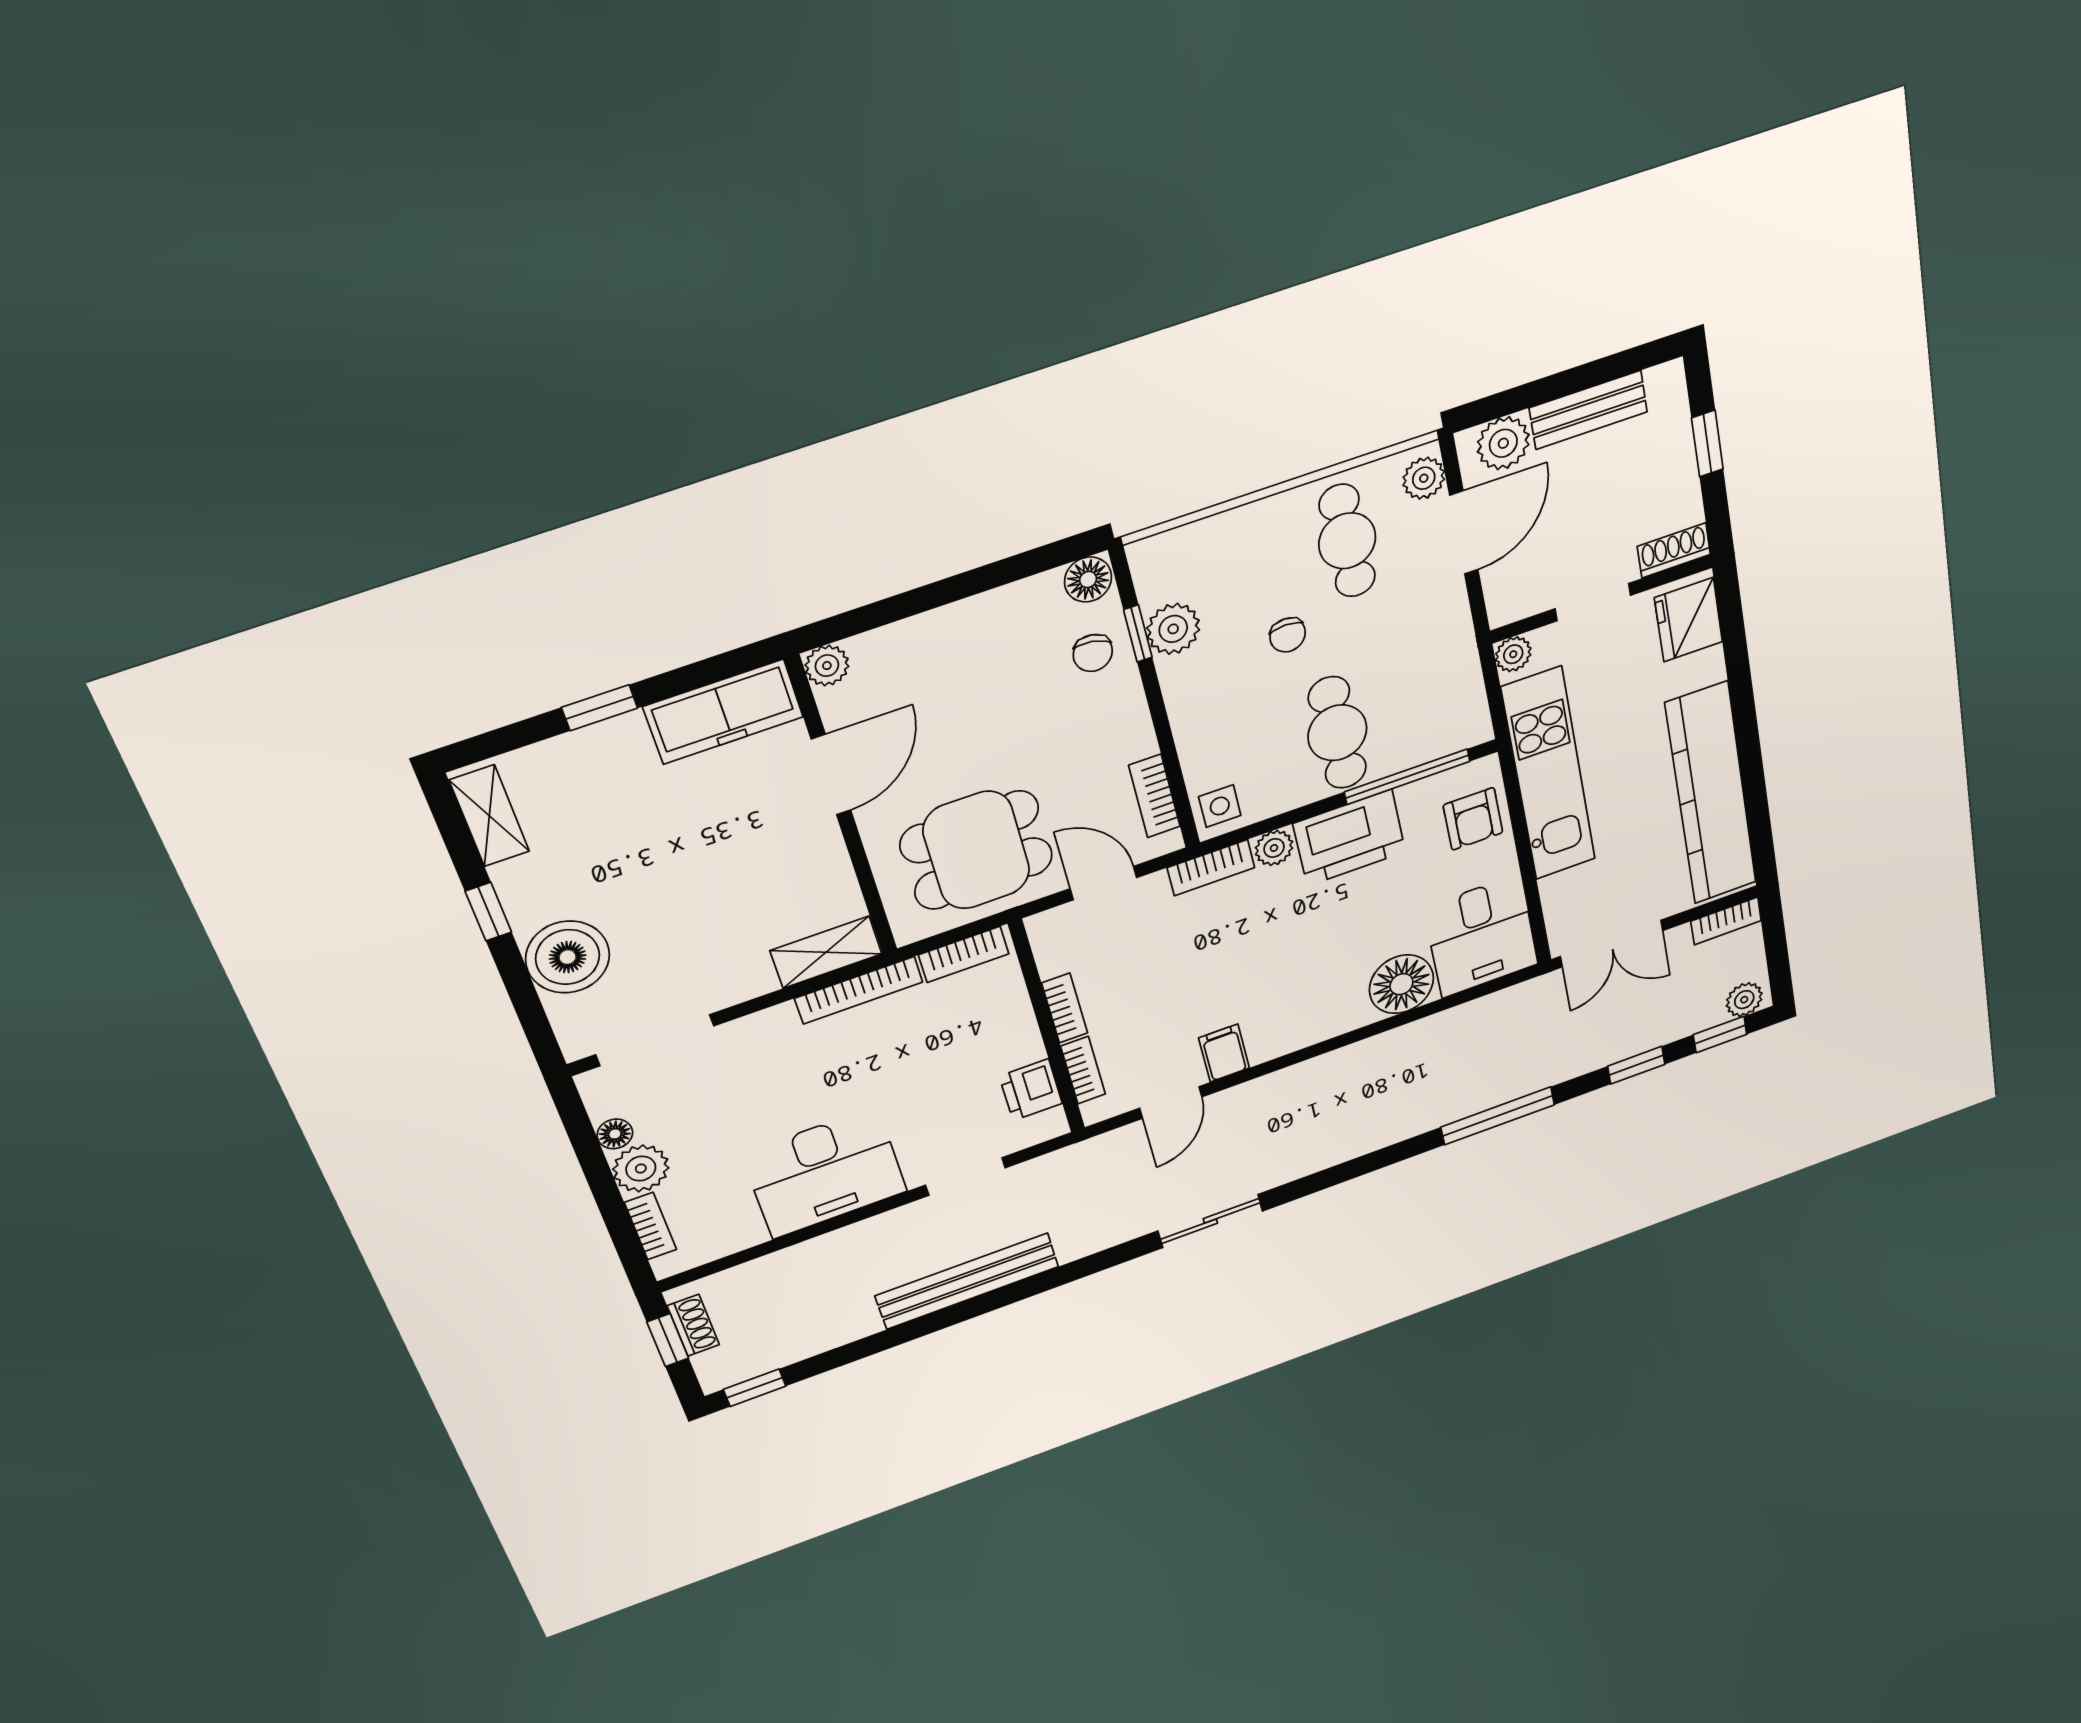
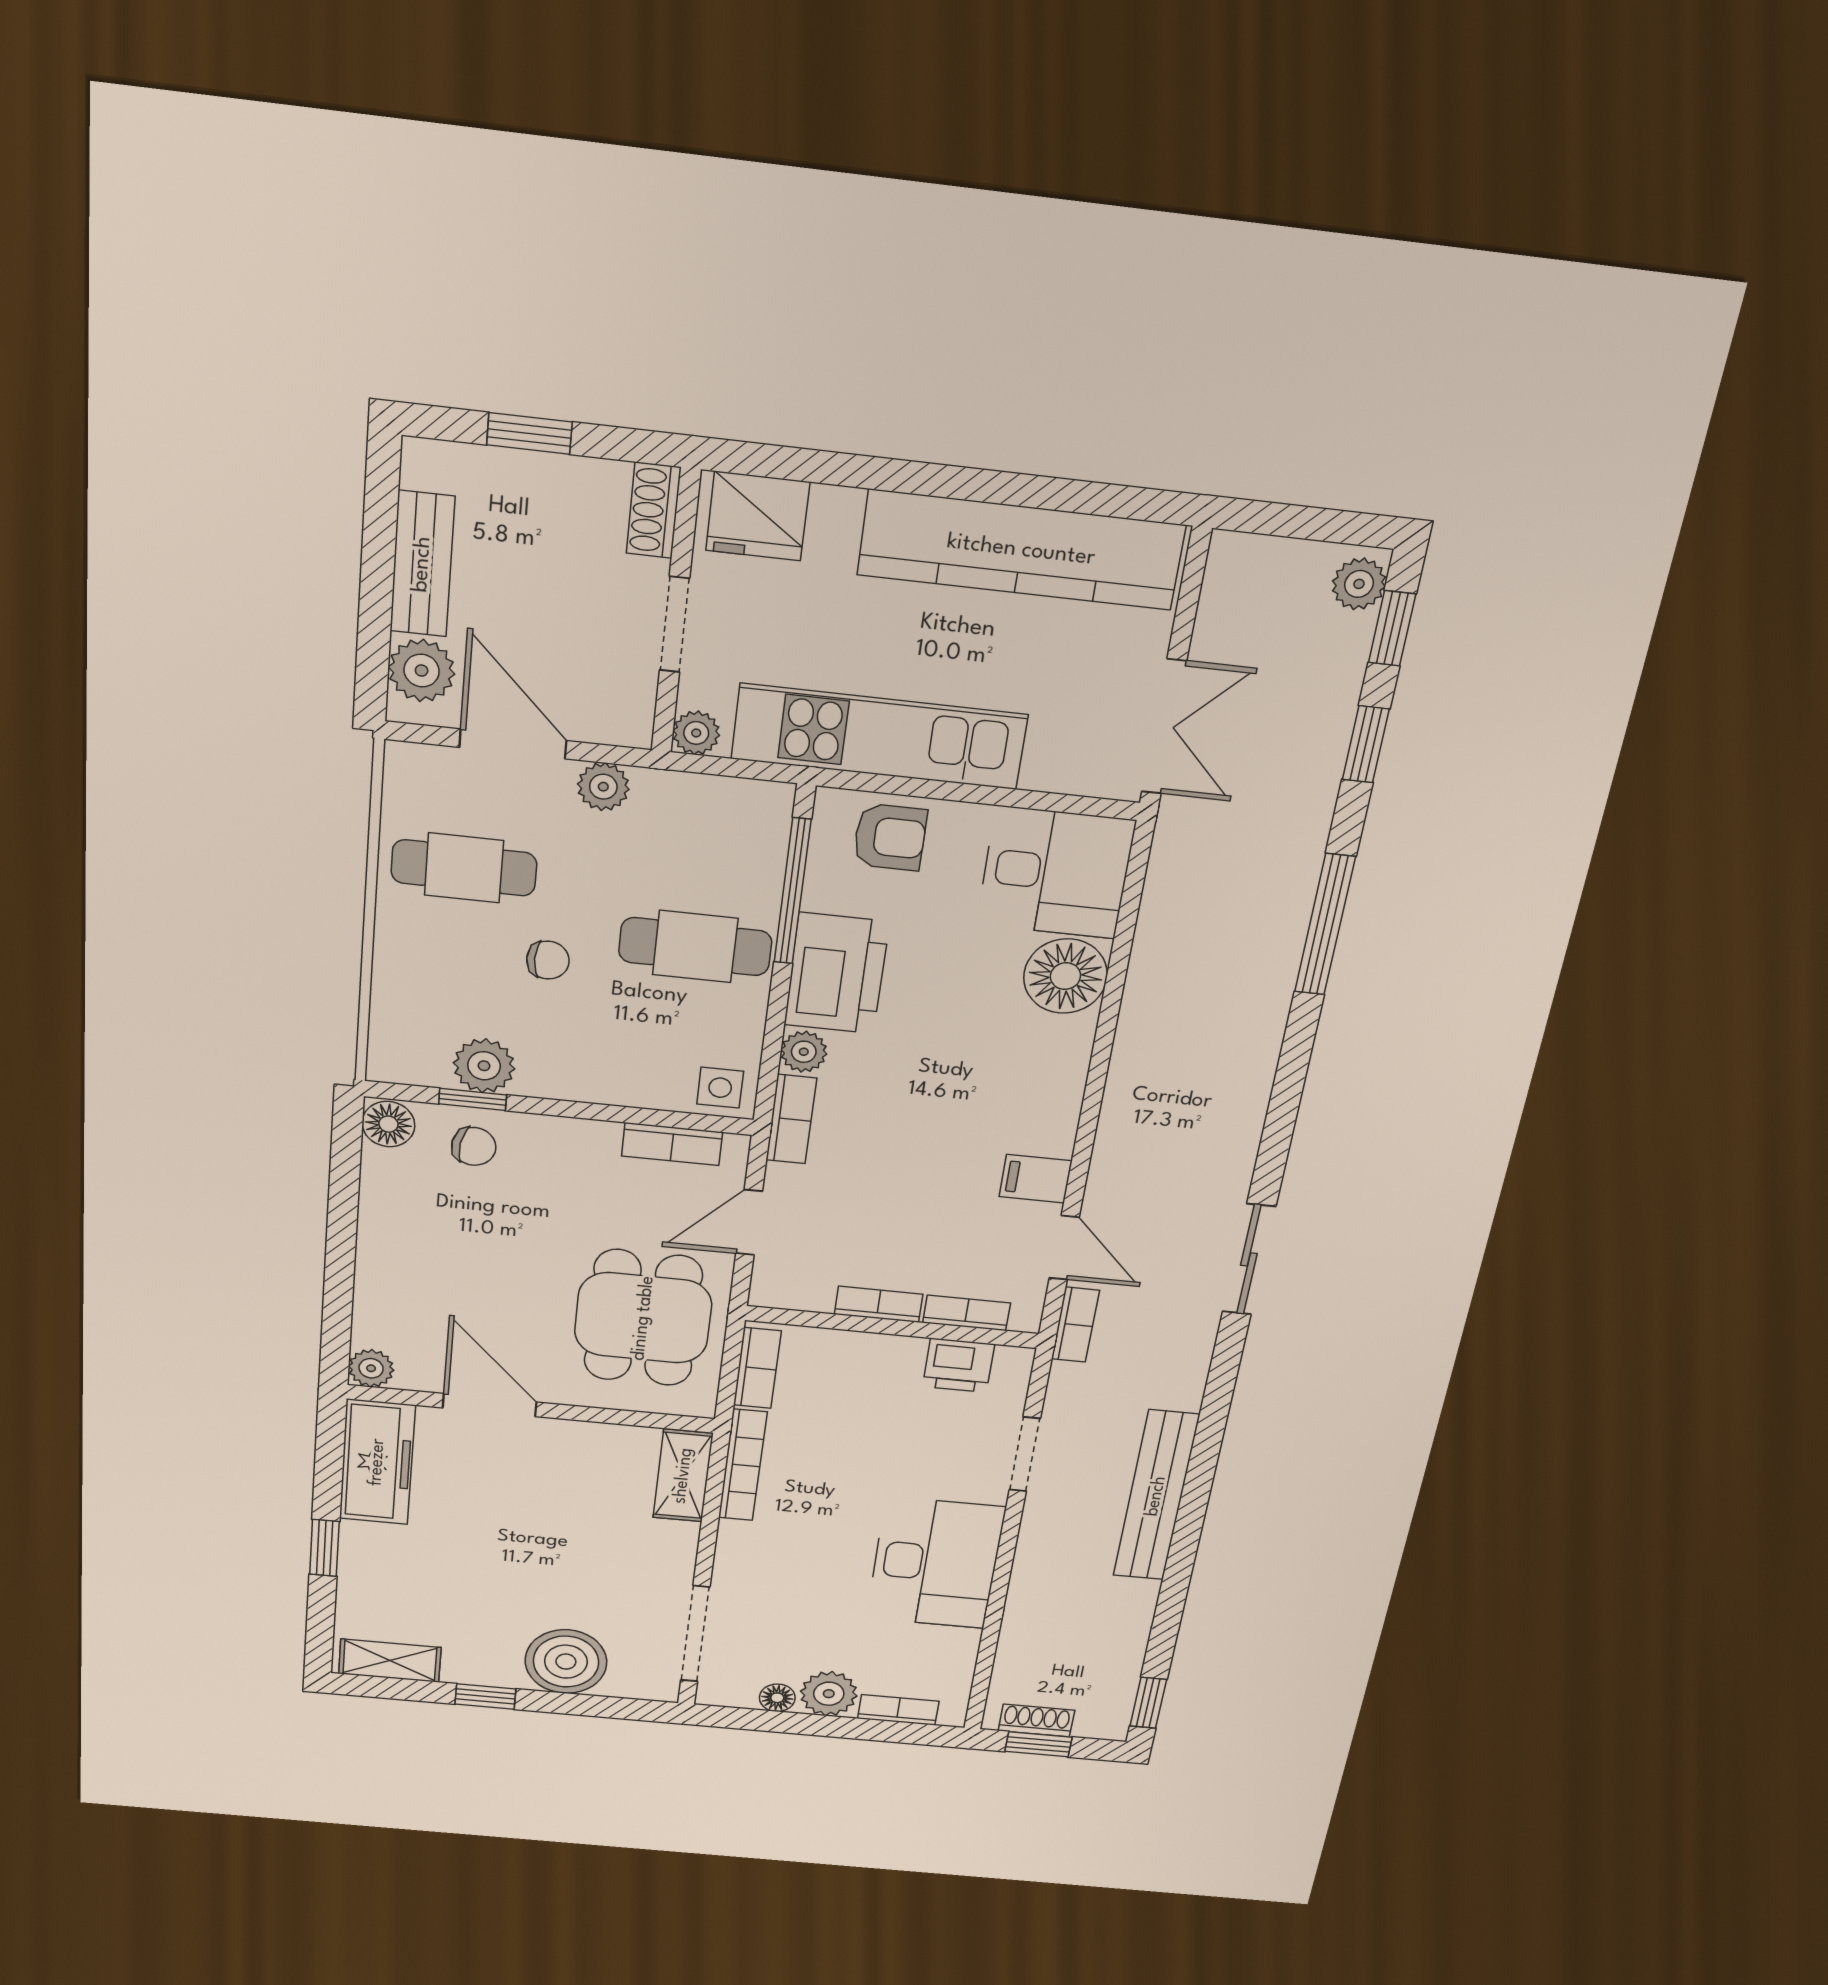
plant: (1424, 478) -> (603, 787), moved
bookcase: (1726, 921) -> (1075, 1325), moved

